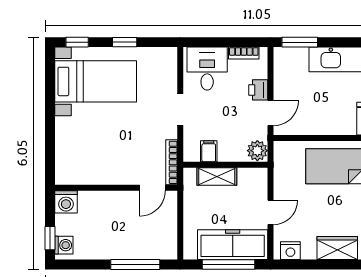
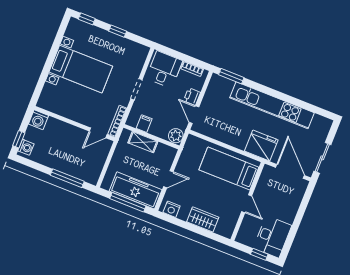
bed with nightstands: (96, 81) -> (81, 69), moved
door: (270, 113) -> (194, 115), swing flipped

